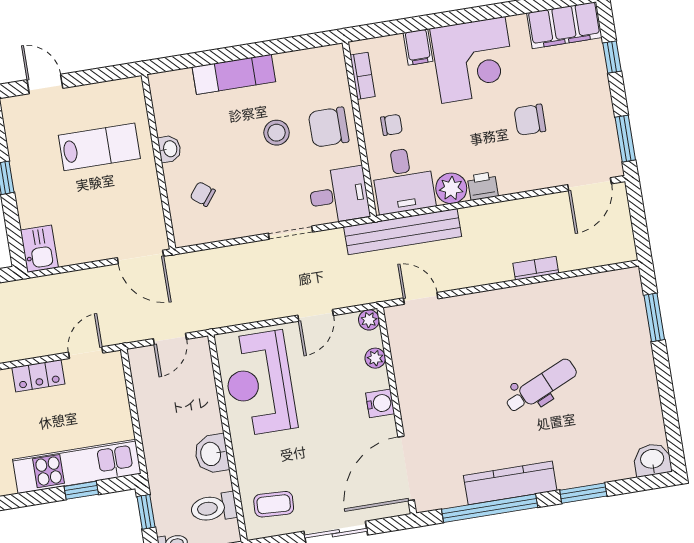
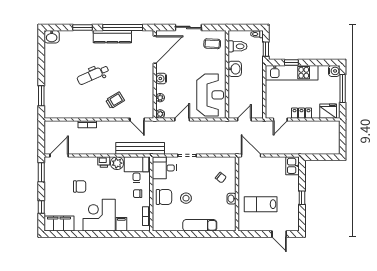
trolley: (480, 335) -> (115, 100), added

